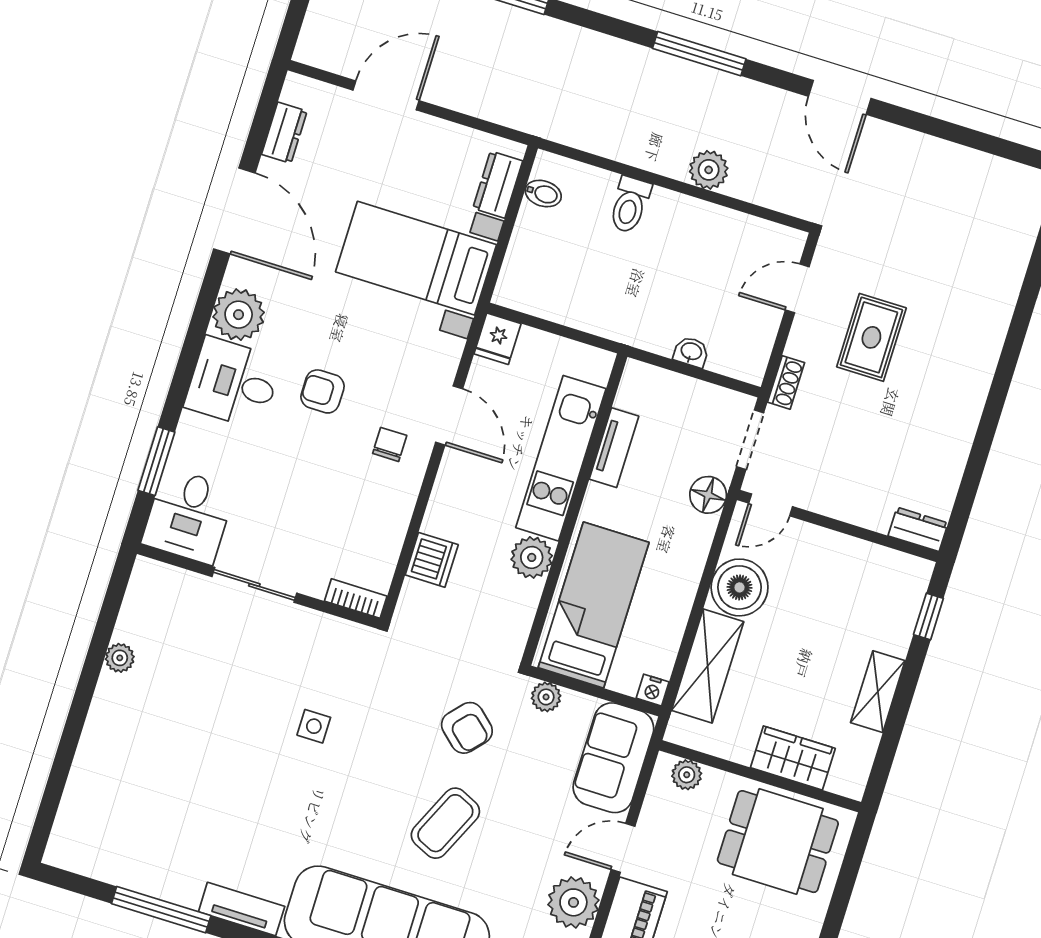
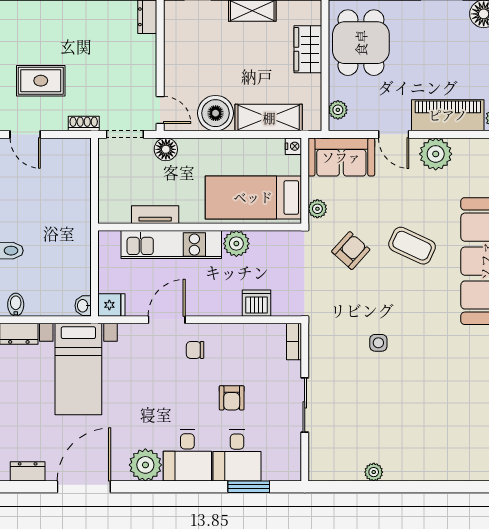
washbasin: (691, 352) -> (83, 306), moved
armchair: (323, 391) -> (232, 398), moved
desk: (188, 516) -> (237, 455), moved, turned 90

